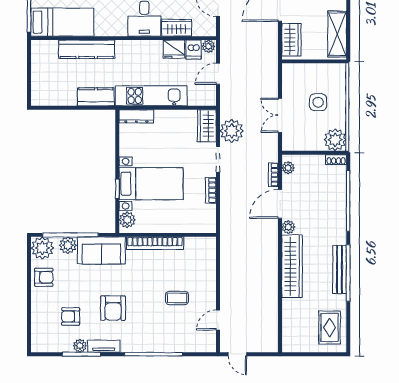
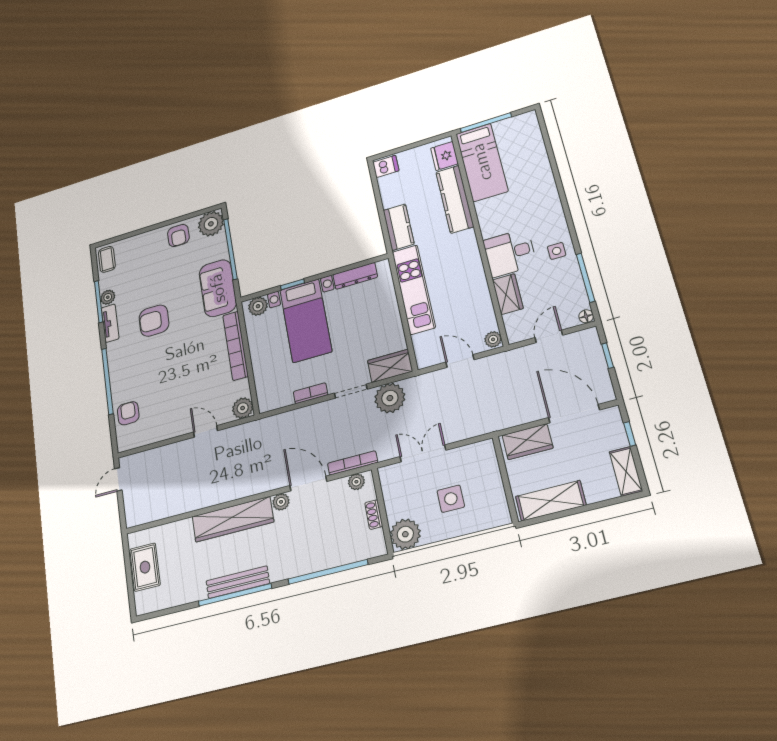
fridge: (174, 49) -> (444, 156), moved
dishwasher: (194, 50) -> (386, 166), moved, turned 180
dresser: (136, 116) -> (355, 276), moved, turned -90
shoe rack: (336, 160) -> (374, 515), moved
bookcase: (273, 175) -> (353, 463), width x1.56
plant: (68, 245) -> (243, 408), moved
coffee table: (177, 298) -> (107, 259), moved
armchair: (71, 316) -> (128, 413), moved
door: (218, 320) -> (206, 431), moved
rug: (330, 328) -> (145, 567), moved, turned 90

